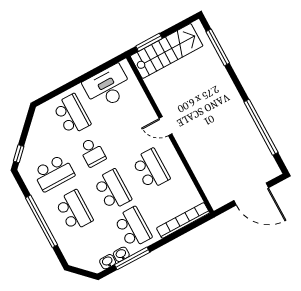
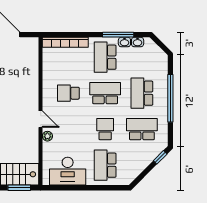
plant: (149, 112) -> (47, 136), added
school desk: (151, 169) -> (68, 93), width x0.54
school desk: (113, 190) -> (105, 93), turned 90

